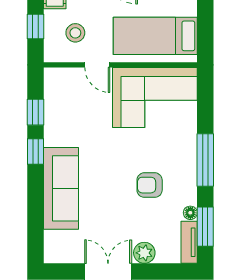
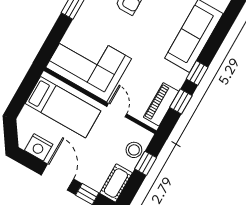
stool: (75, 33) -> (134, 150), moved
piano: (54, 97) -> (161, 104), added

